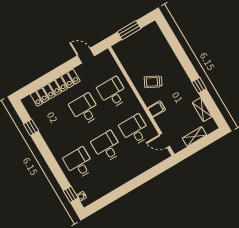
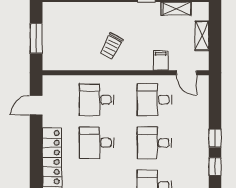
filing cabinet: (156, 109) -> (161, 61), moved
door: (164, 141) -> (186, 73), hinge flipped
window: (133, 184) -> (215, 138), added
window: (115, 195) -> (215, 166), added

